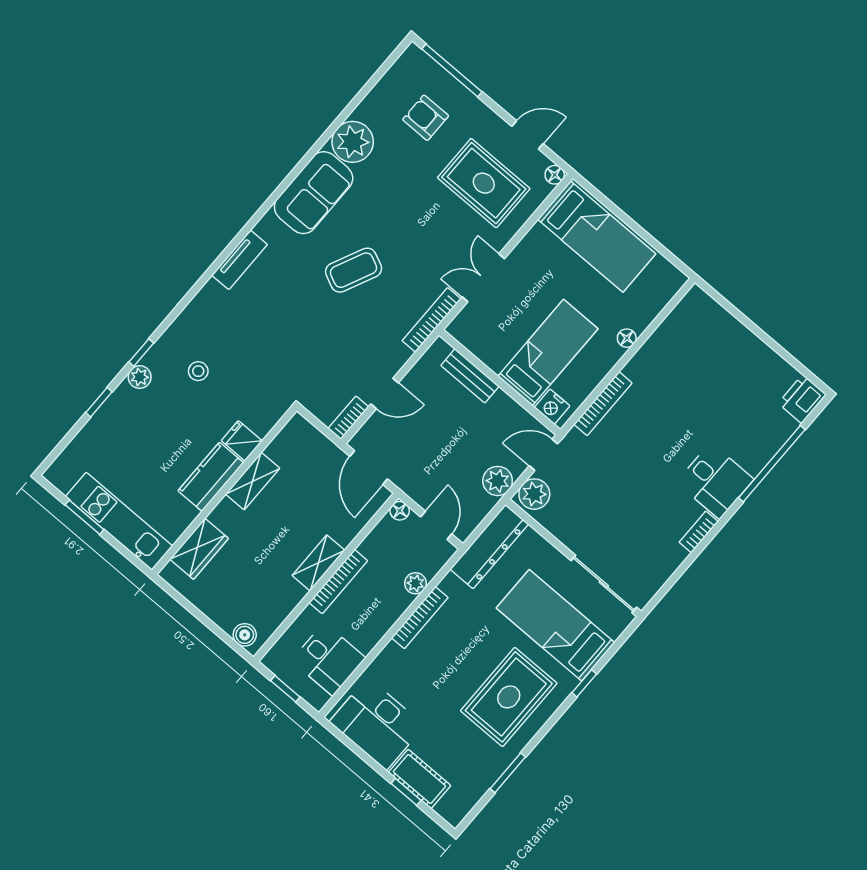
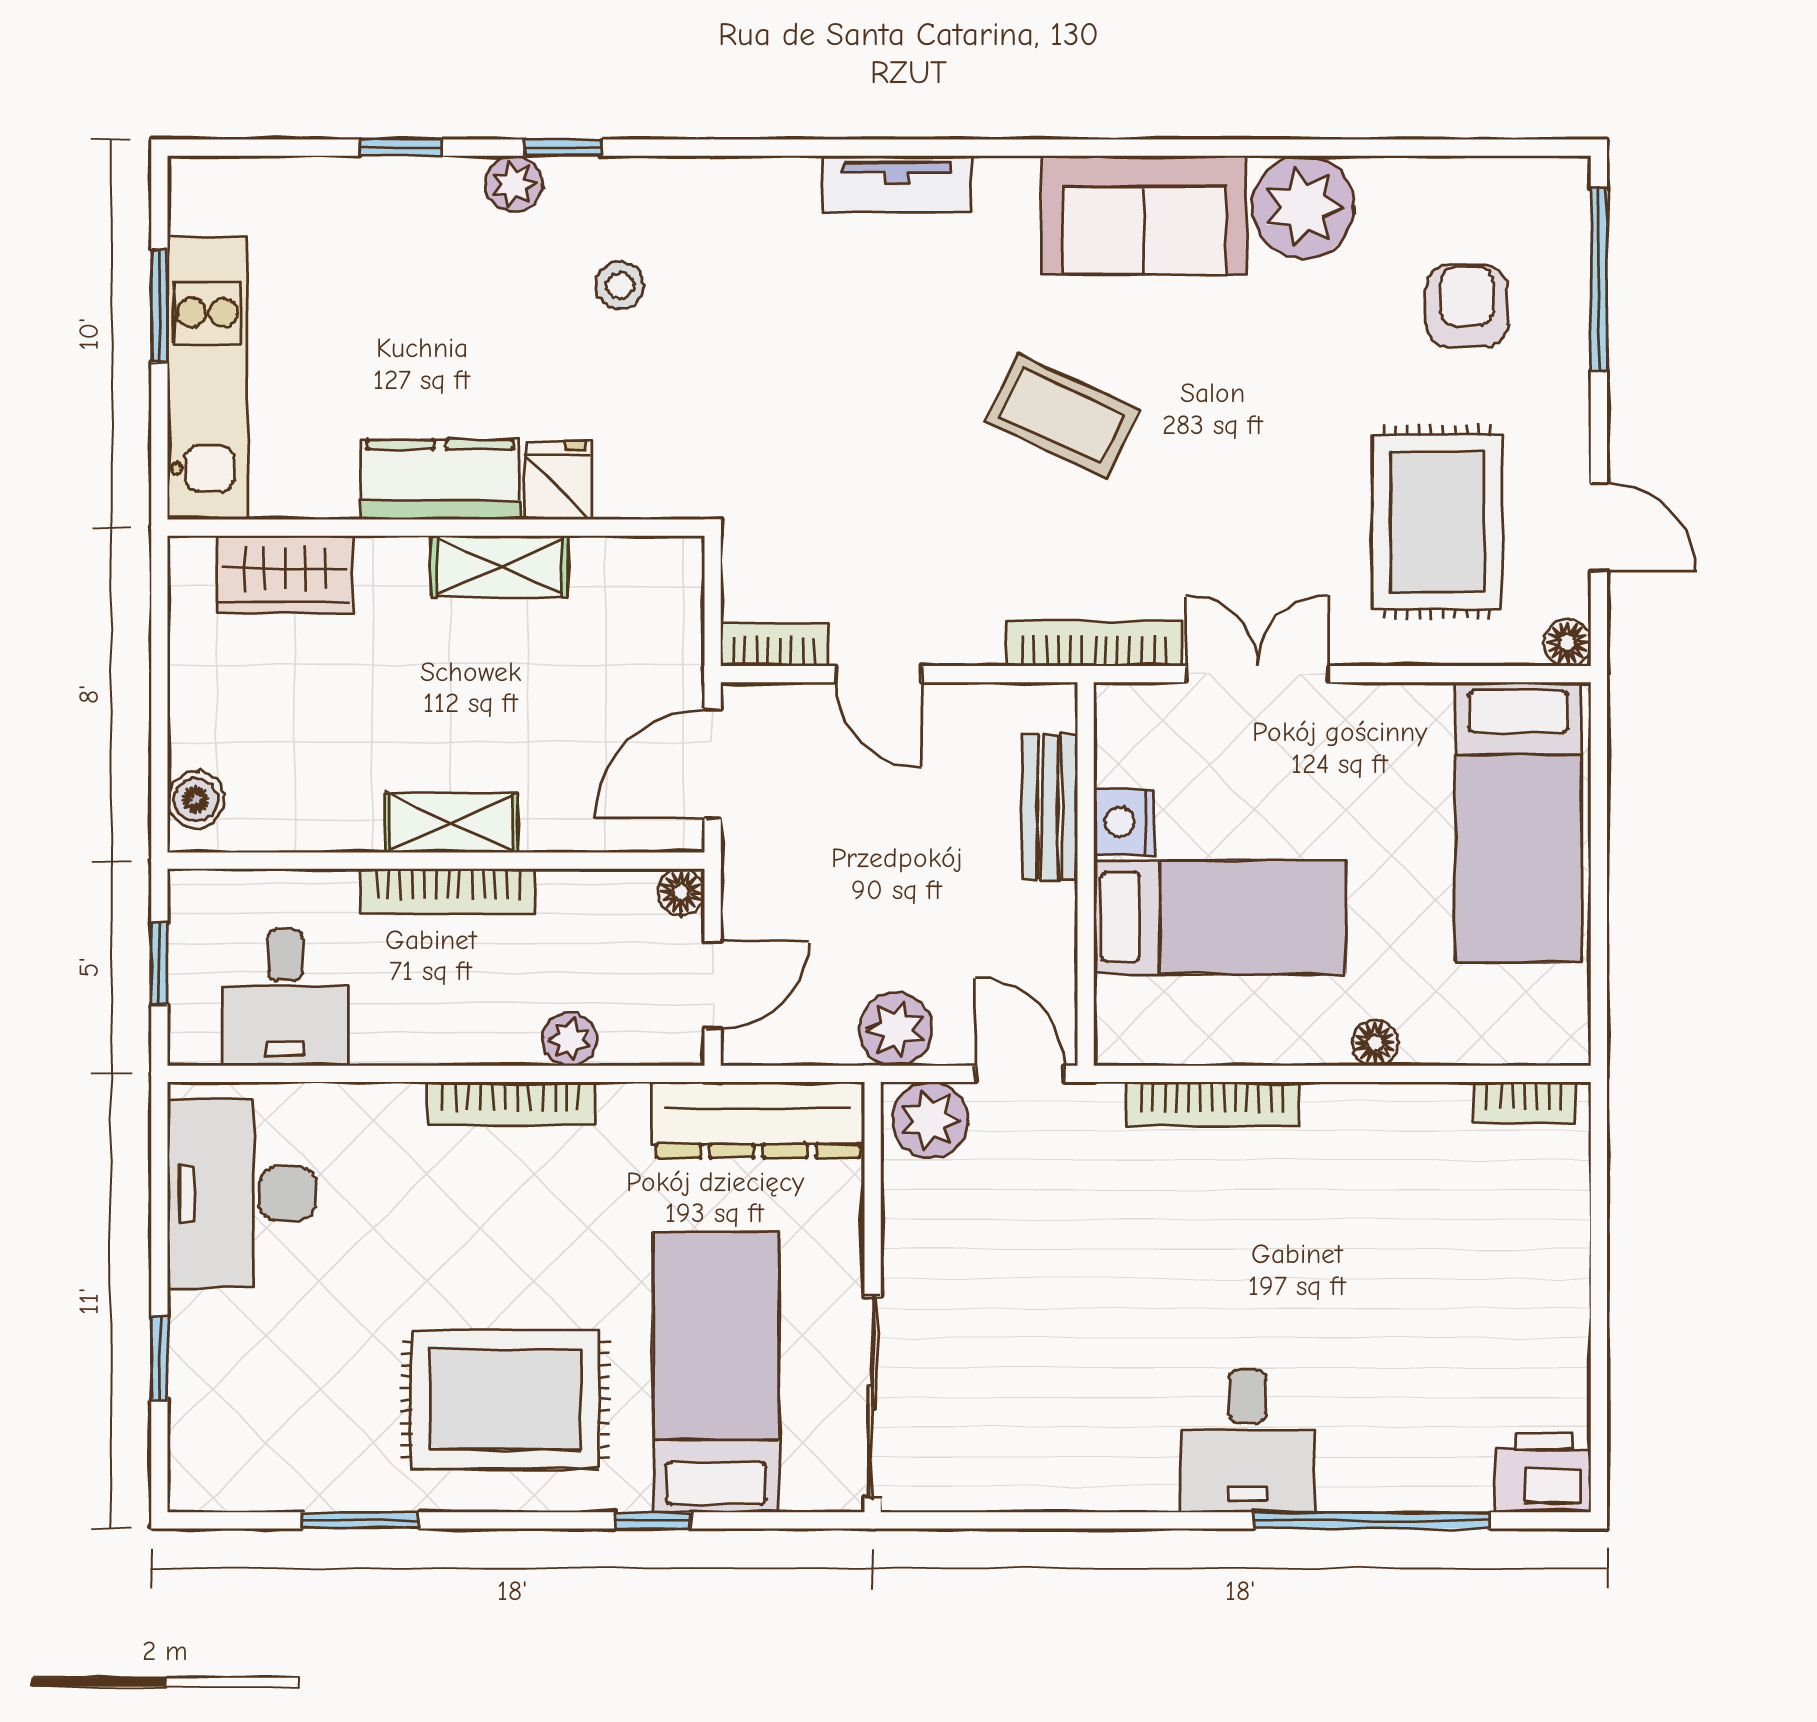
nightstand: (552, 407) -> (1124, 822), moved
bookcase: (699, 532) -> (1524, 1102), moved, turned 180
cot: (419, 779) -> (206, 1363), removed

